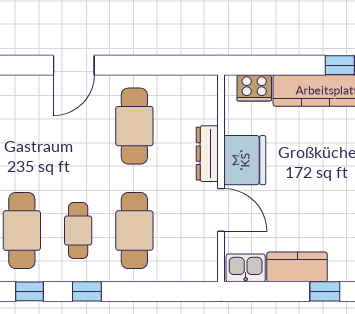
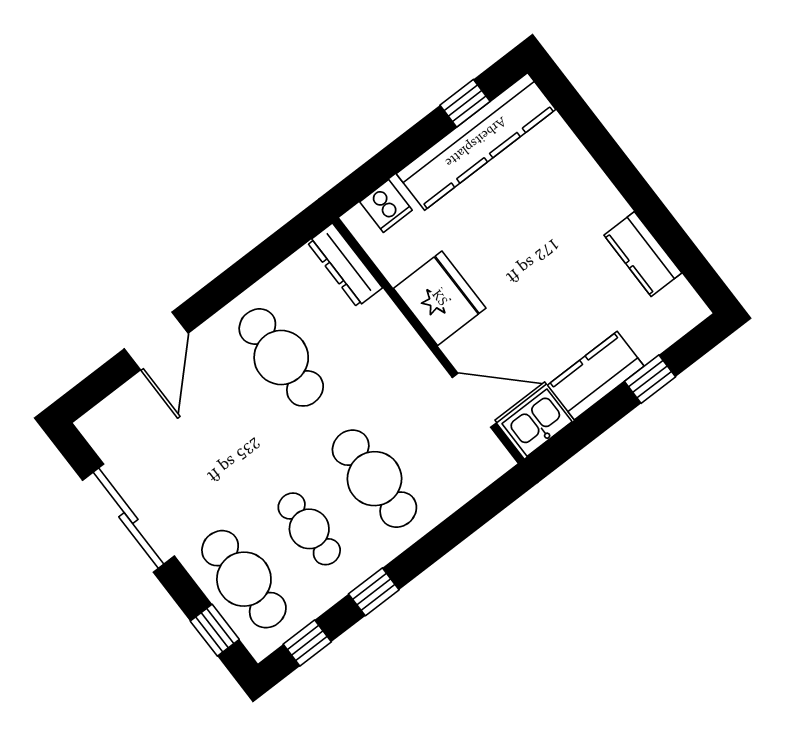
cooker: (254, 88) -> (386, 206), width x0.73
dresser: (207, 154) -> (345, 265), moved
door: (221, 210) -> (474, 400), moved

